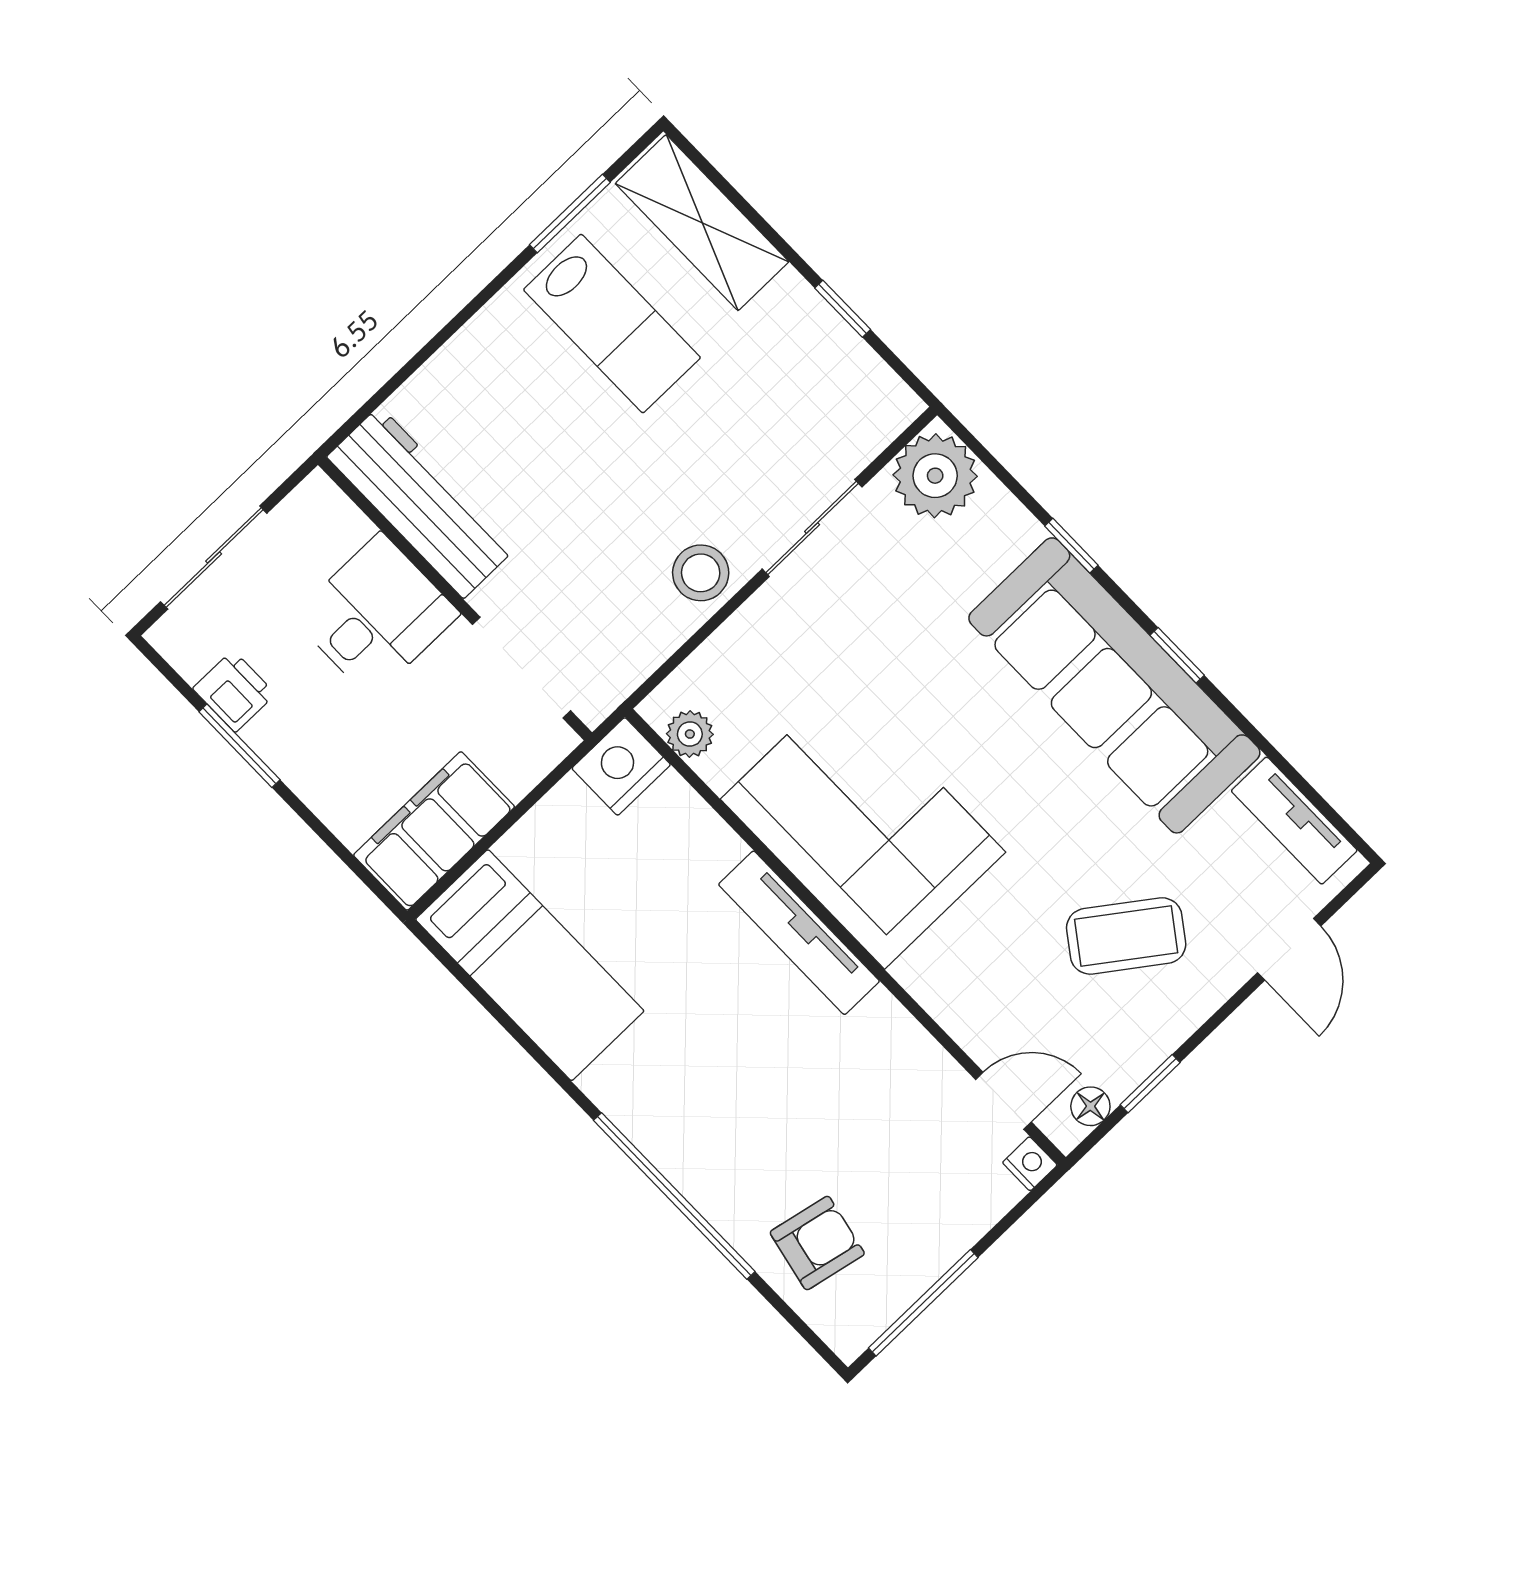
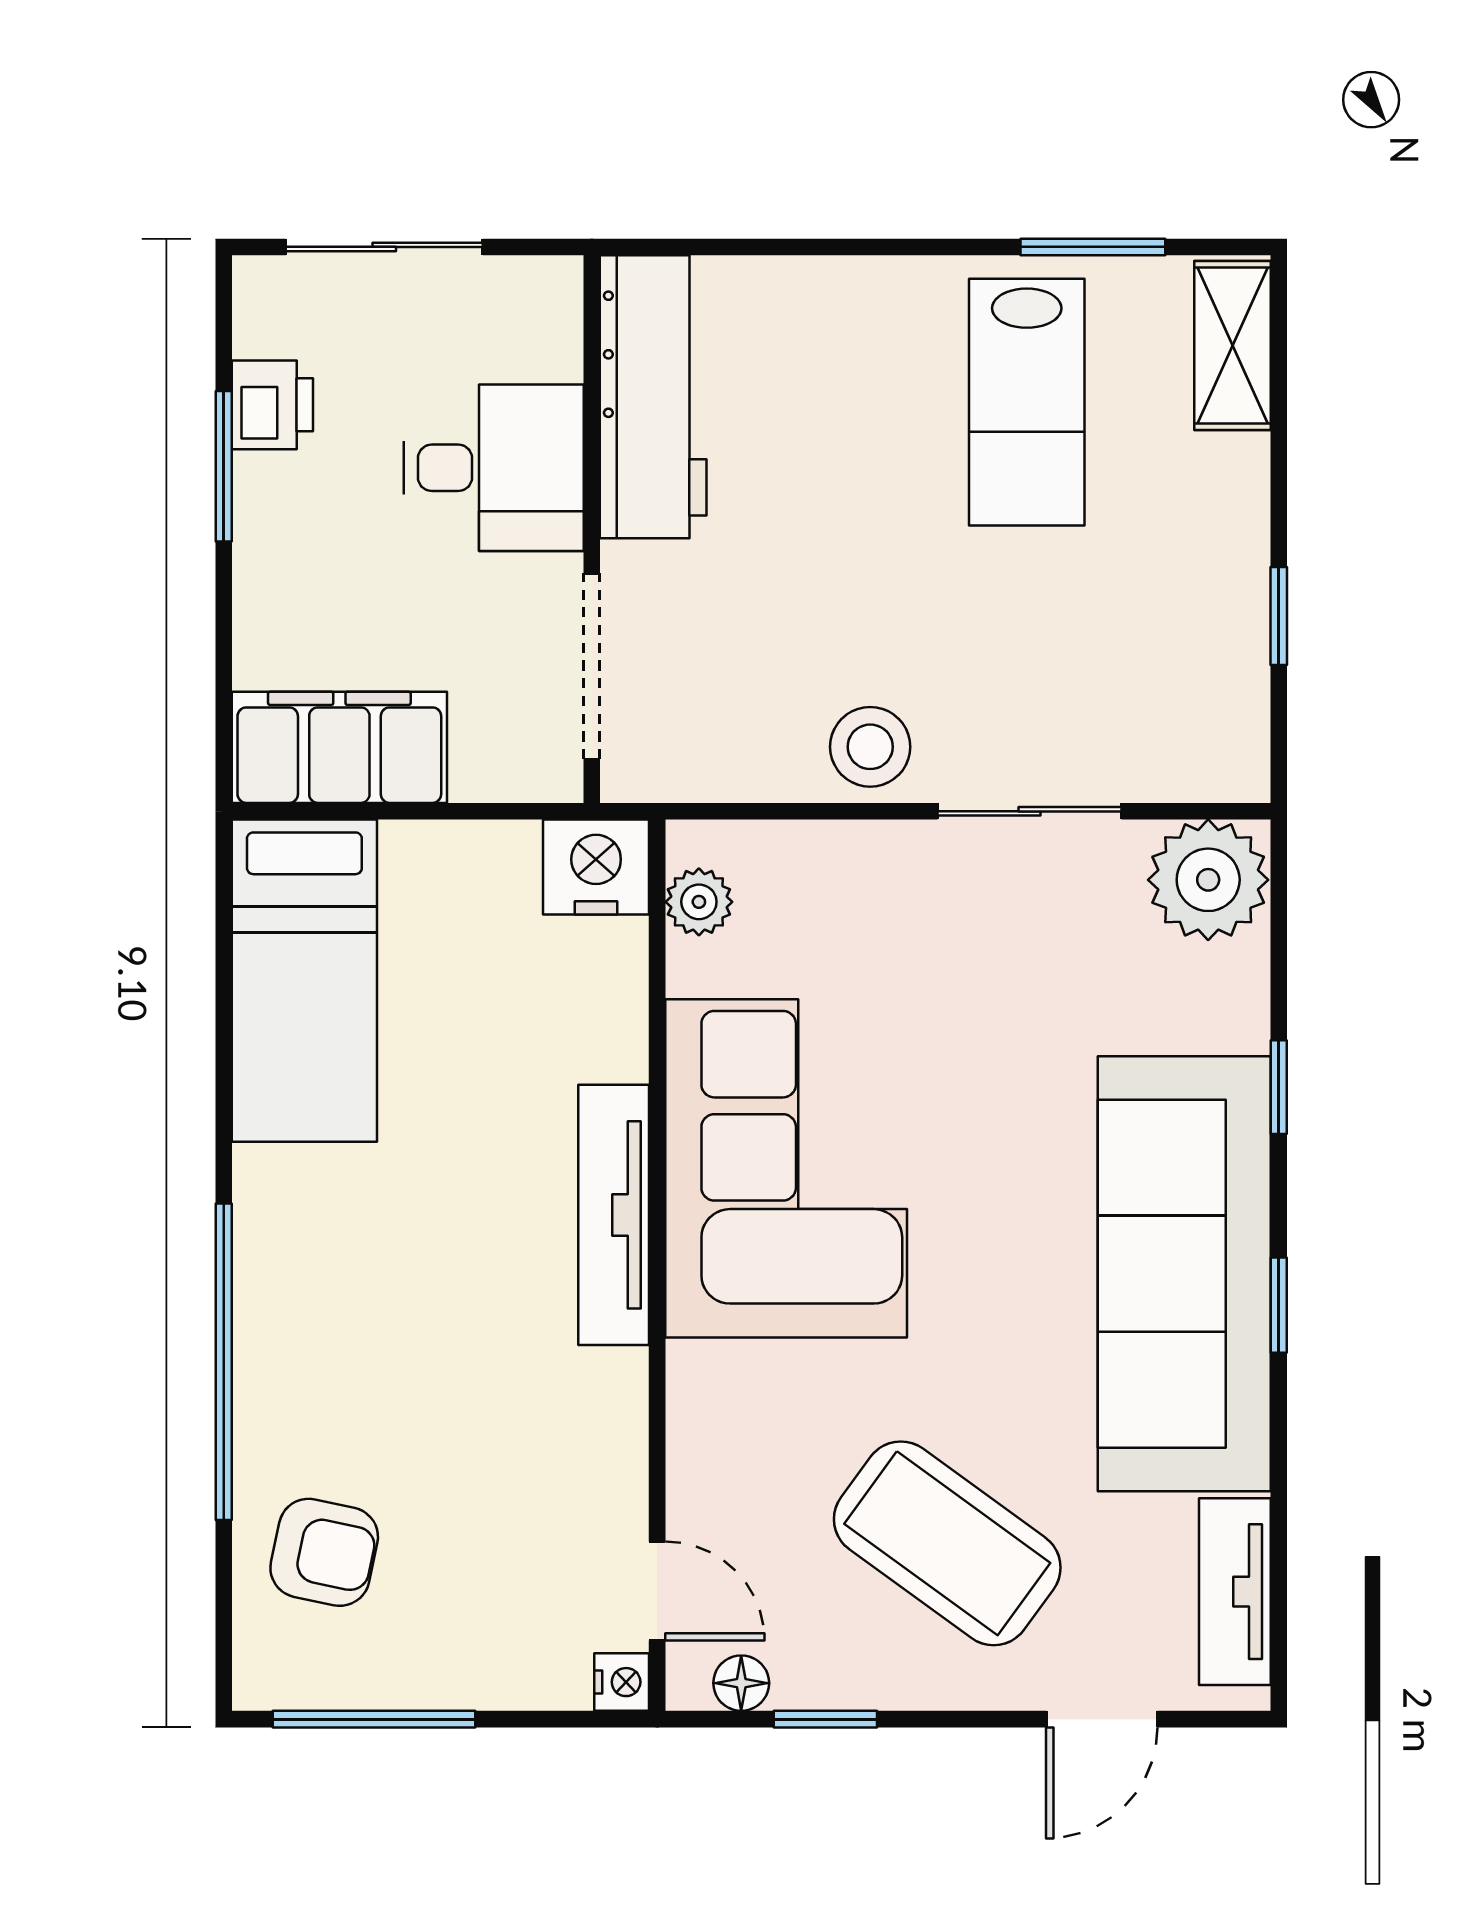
shelving: (702, 223) -> (1233, 345), width x0.67, depth x0.75
coffee table: (1126, 936) -> (947, 1543), width x1.36, depth x1.32

